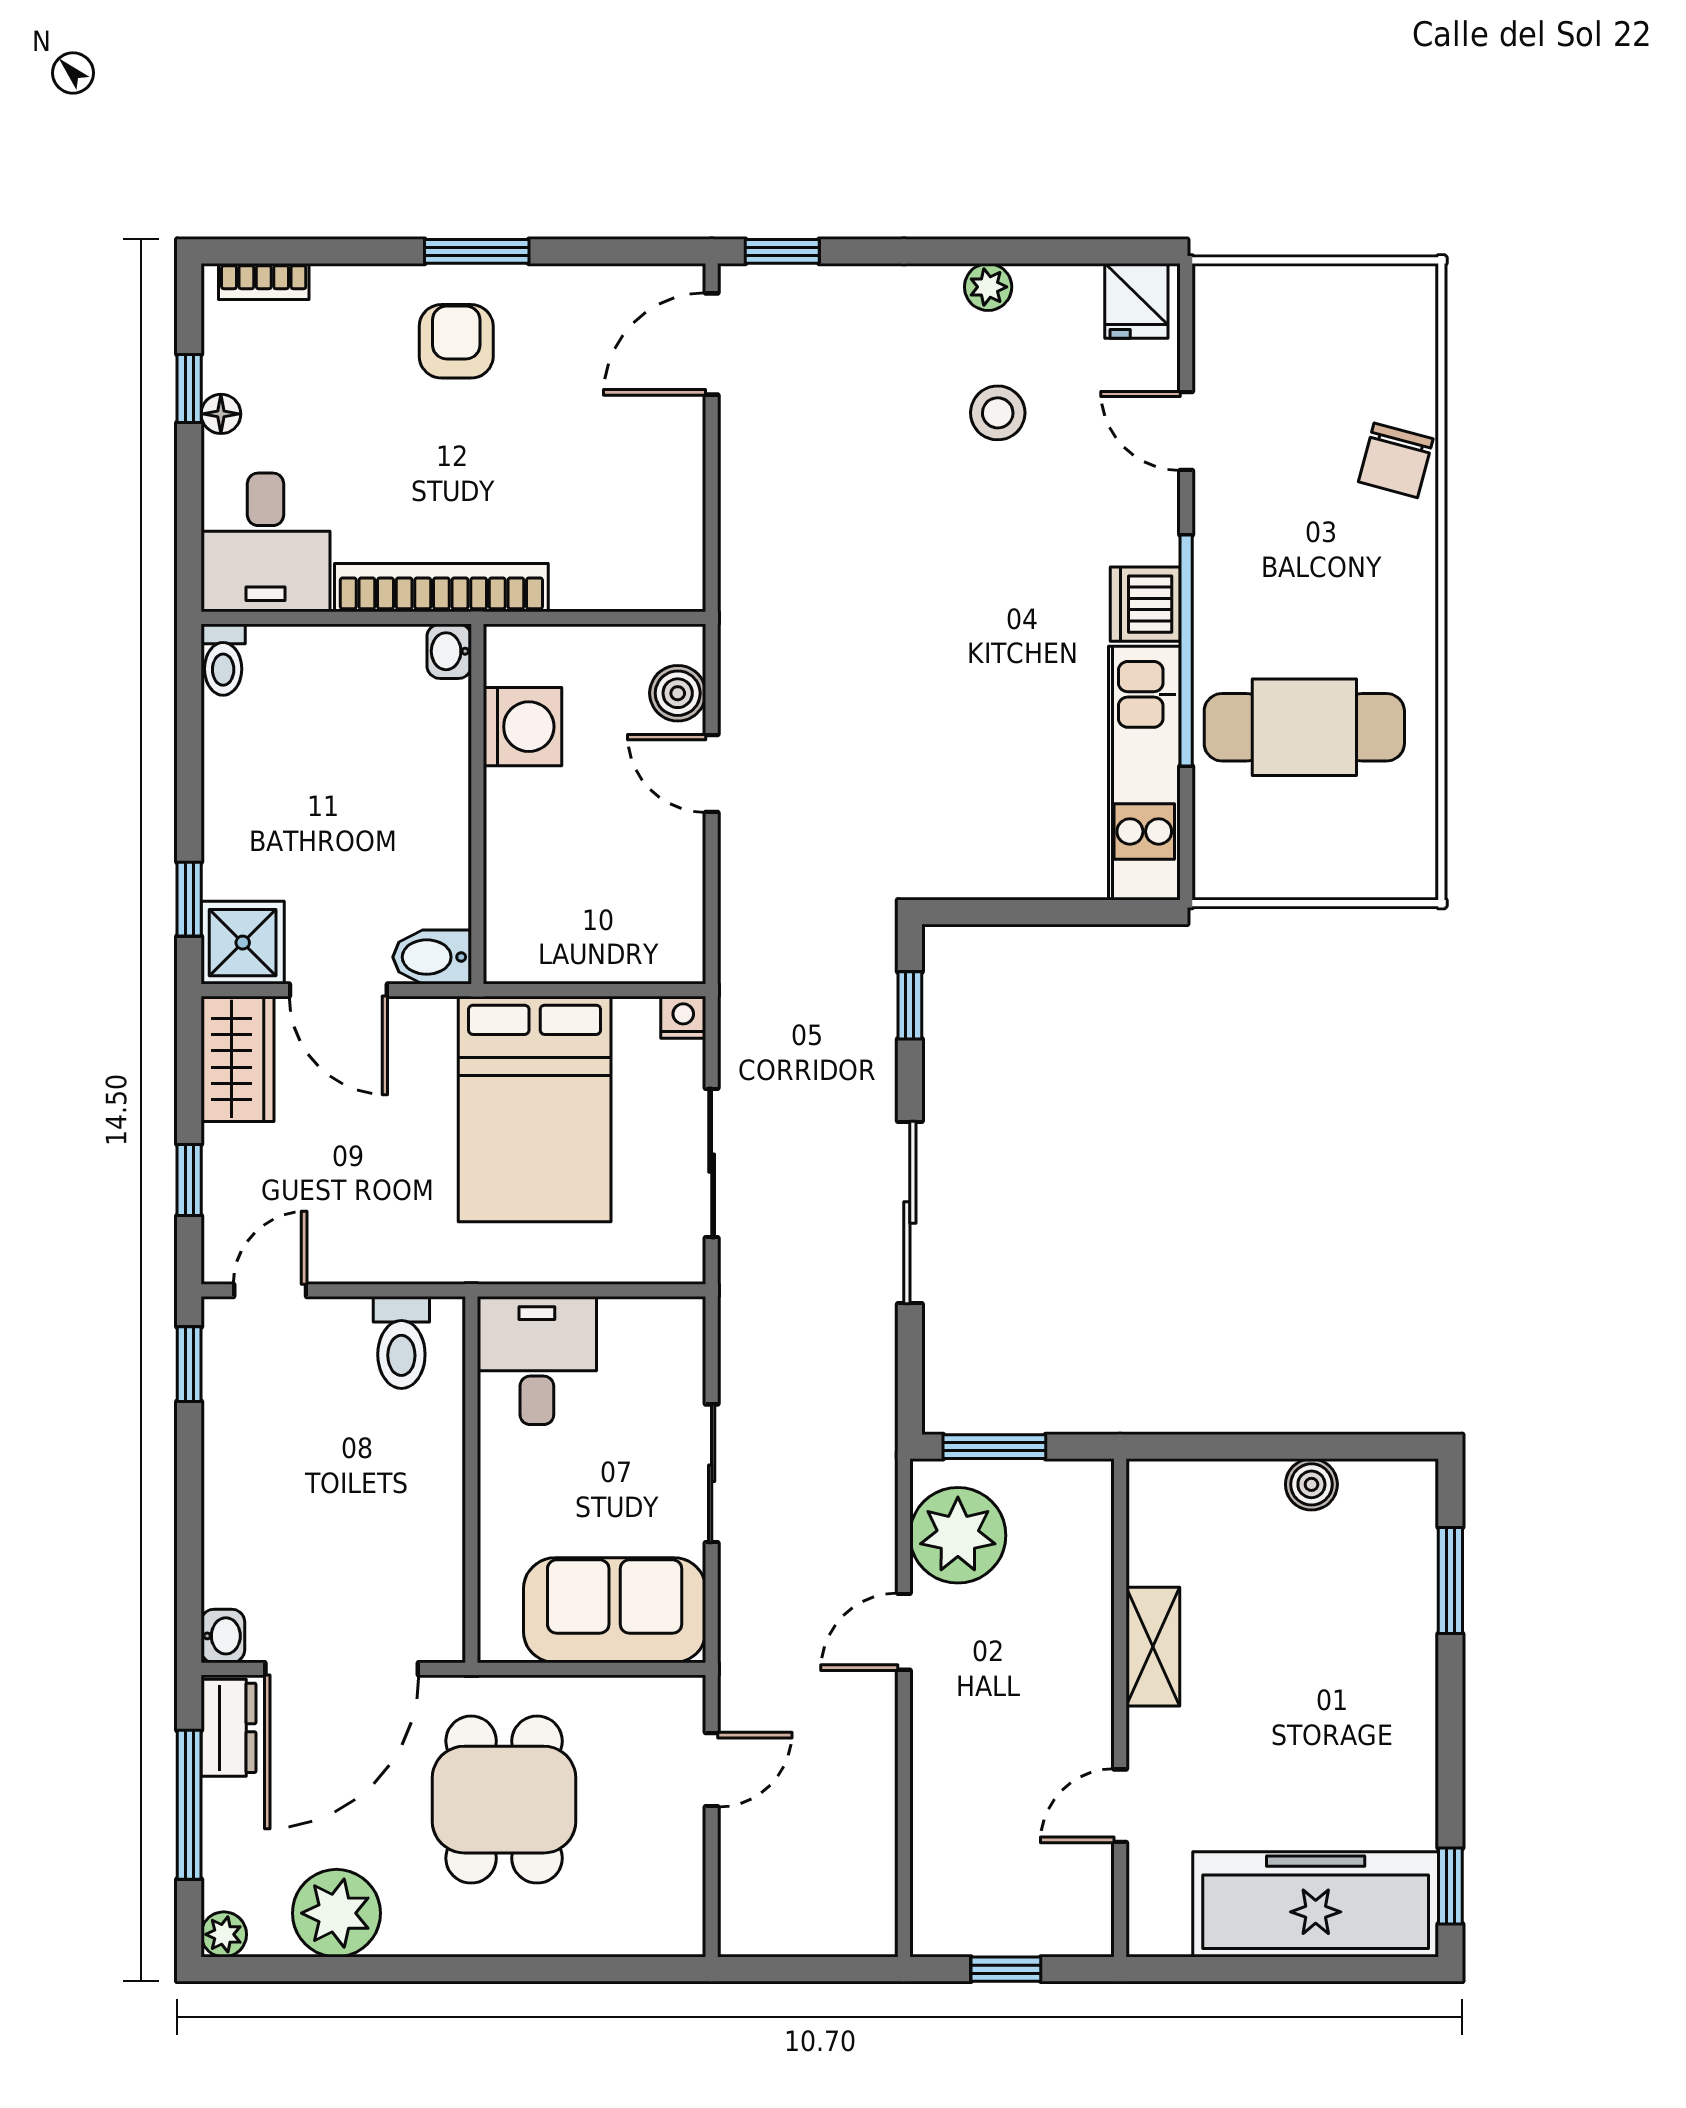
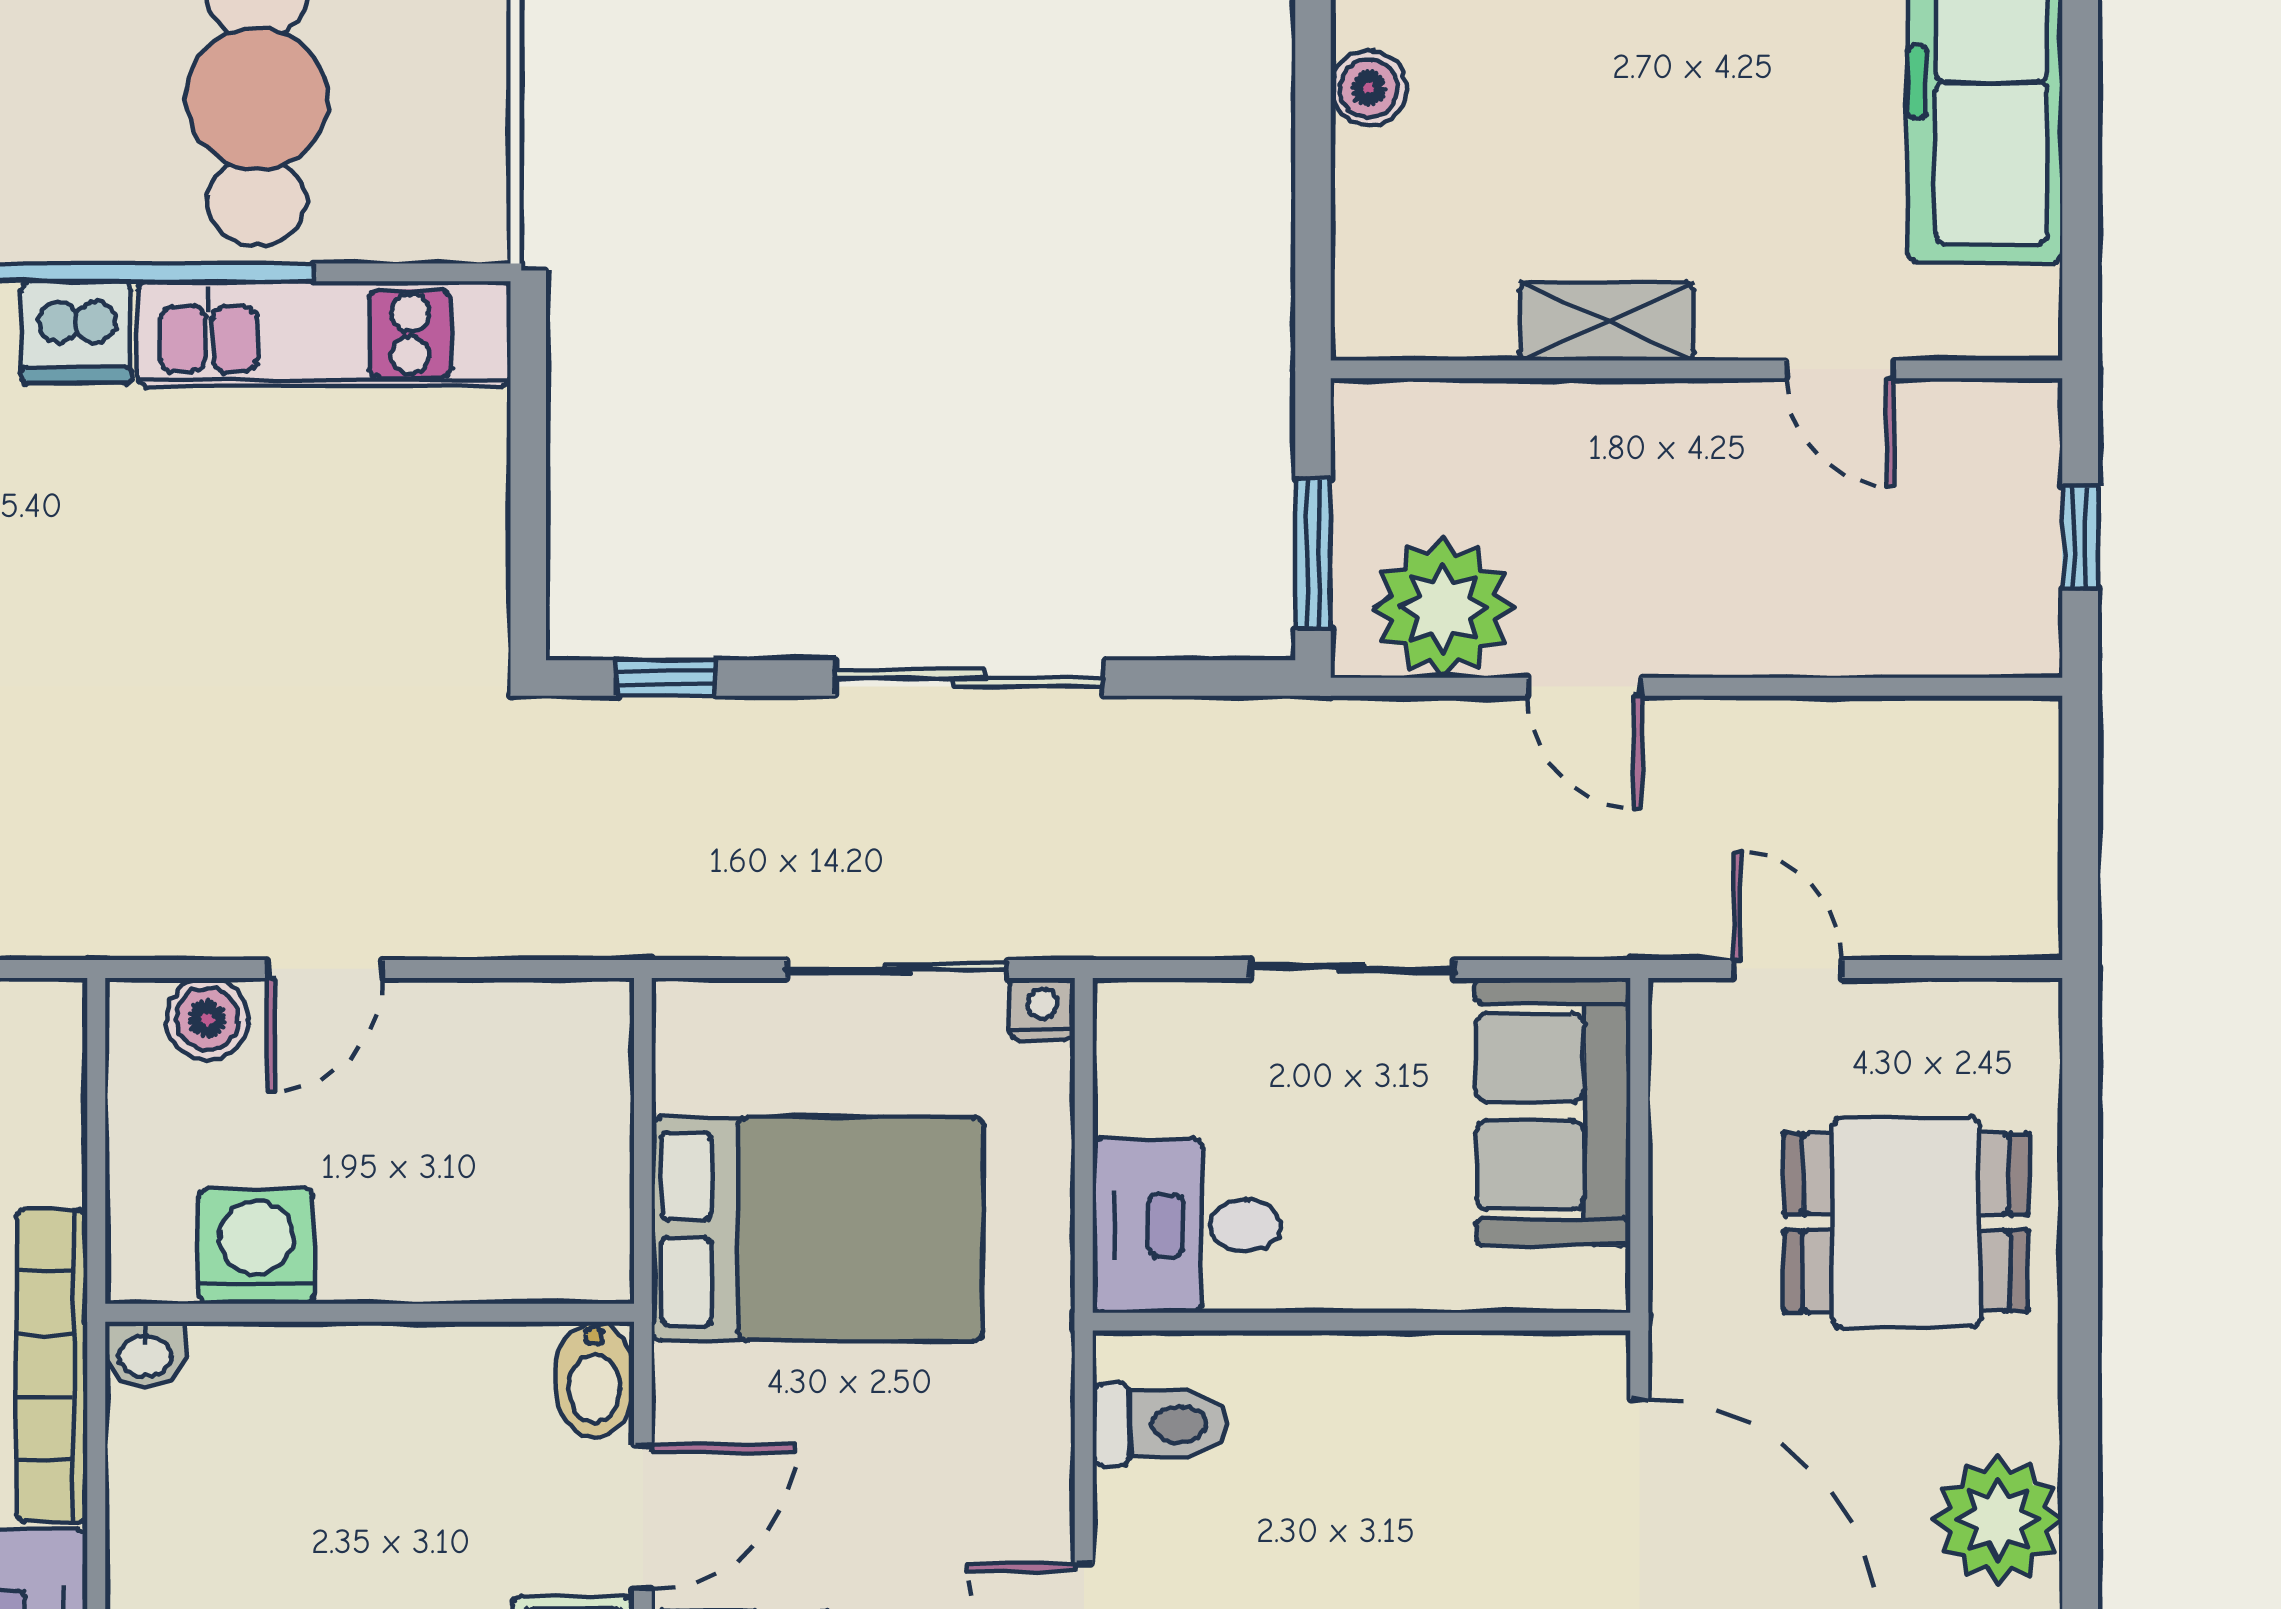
nightstand: (683, 1017) -> (1042, 1009), moved, turned 90
dining table: (504, 1800) -> (1906, 1222), moved

